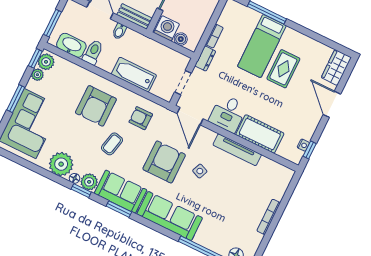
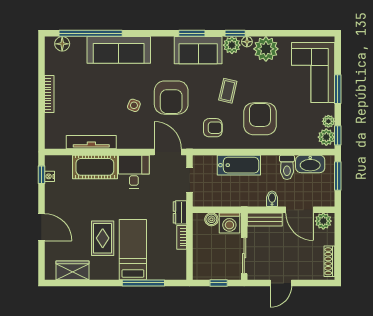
wardrobe: (336, 67) -> (73, 270), moved, turned -90
tv unit: (237, 150) -> (91, 142), moved
sofa: (170, 216) -> (119, 50), moved

